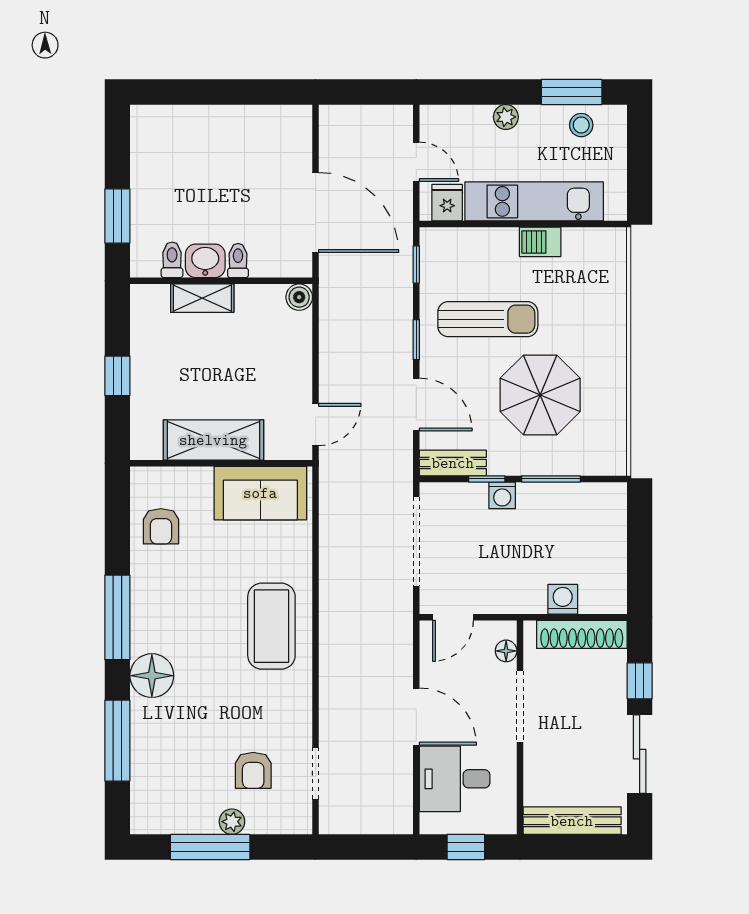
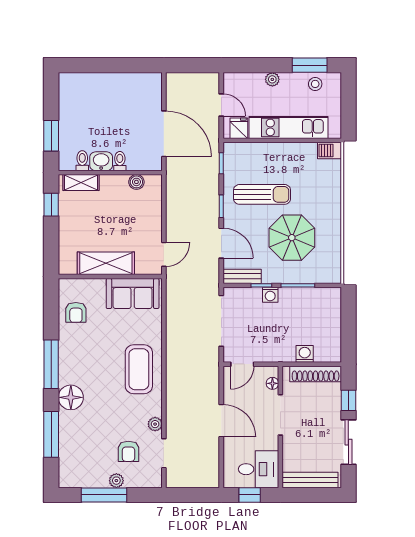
barbecue: (540, 242) -> (329, 151), moved
boiler: (299, 297) -> (136, 182), moved
shelving: (202, 298) -> (81, 182), moved
window: (117, 376) -> (51, 205), moved
plant: (300, 722) -> (155, 424), added
desk: (455, 779) -> (259, 469), moved, turned 180

